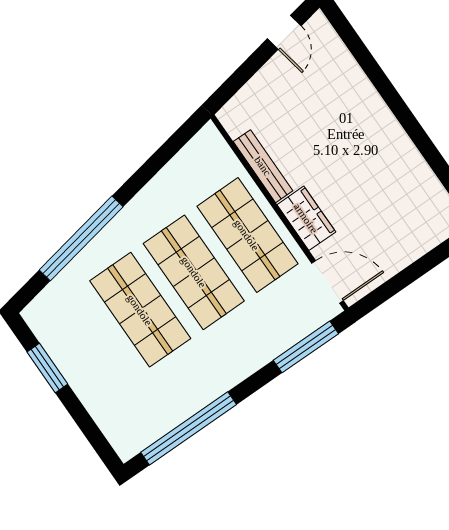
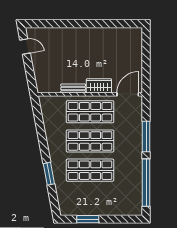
bench: (263, 166) -> (73, 88), width x0.73
window: (81, 238) -> (49, 174), width x0.47
window: (306, 347) -> (146, 136), moved

